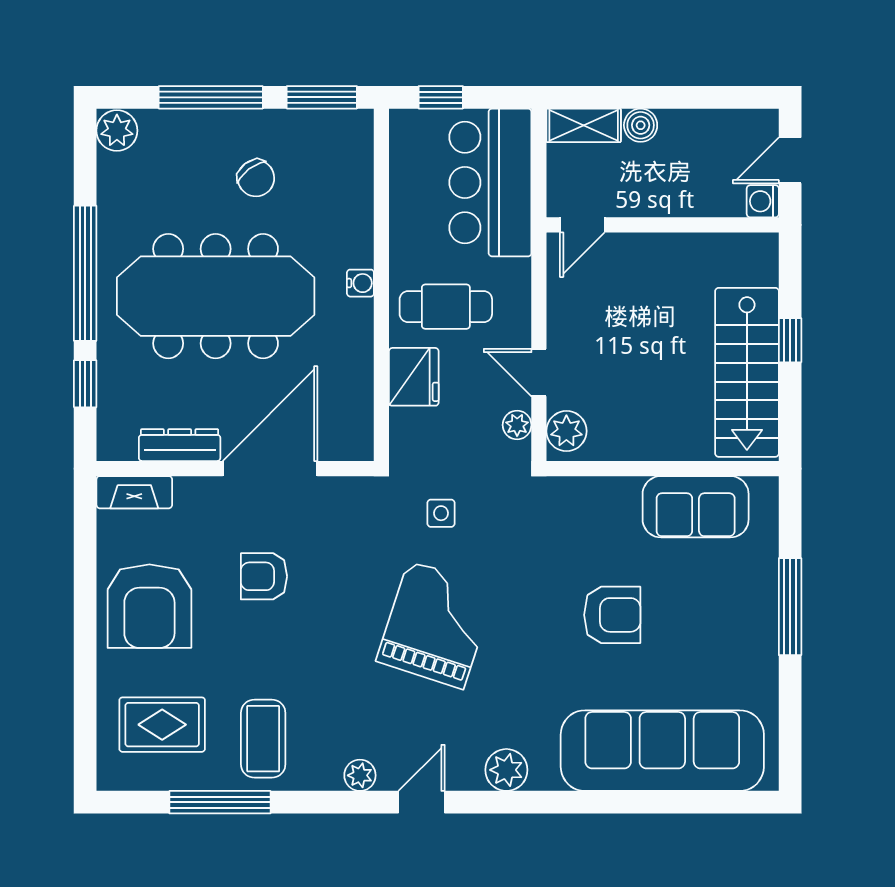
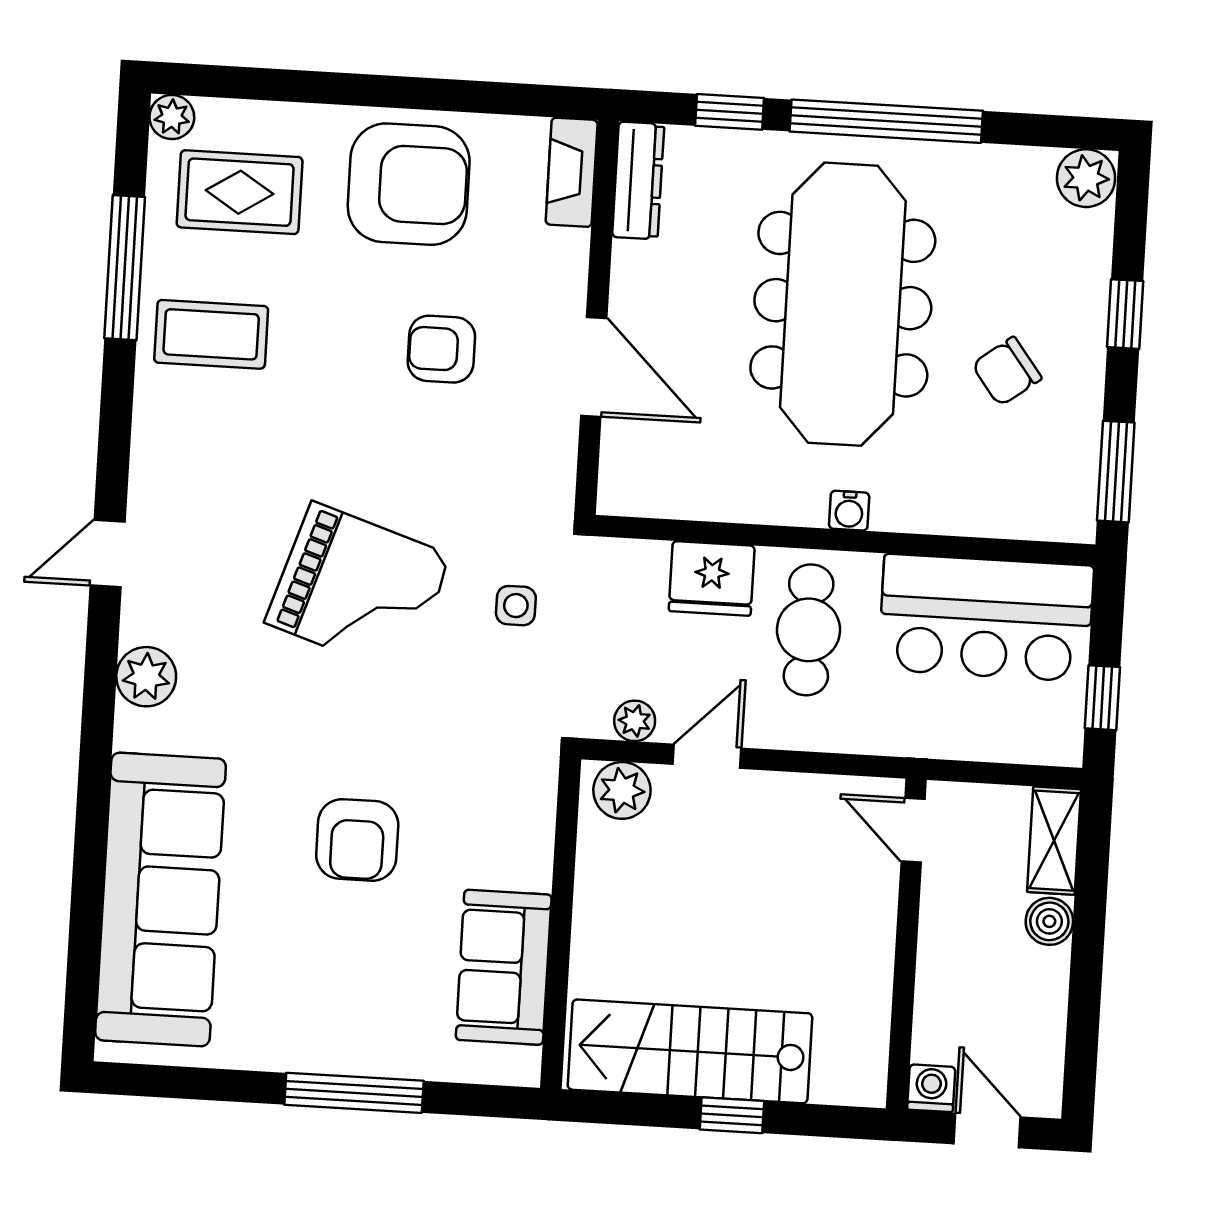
window: (211, 97) -> (1125, 314), width x0.46
window: (441, 97) -> (1102, 698), moved
bar counter: (490, 182) -> (986, 618), moved, turned 180
dresser: (180, 445) -> (638, 181), moved
door: (270, 469) -> (594, 367), width x0.73
armchair: (264, 576) -> (441, 349), turned -90
armchair: (149, 606) -> (409, 184), turned 180
rug: (162, 725) -> (240, 192), turned 90
plant: (360, 775) -> (172, 117), moved
door: (422, 802) -> (108, 554), swing flipped

